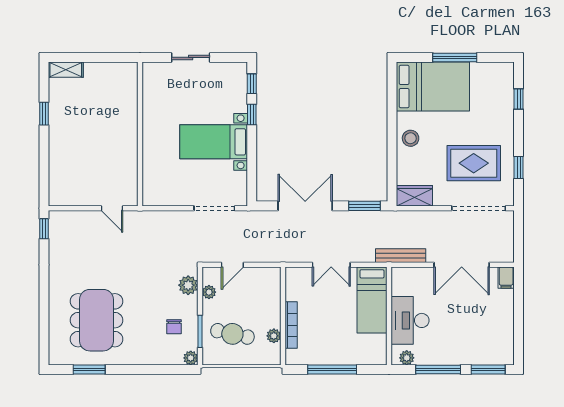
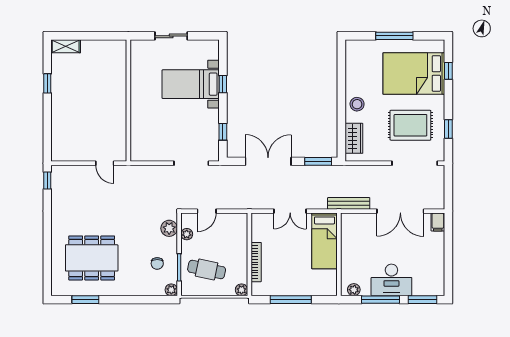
window: (252, 84) -> (223, 132), moved
bed: (433, 86) -> (414, 73), moved, turned 180
bed with nightstands: (214, 142) -> (191, 84), moved
wardrobe: (414, 196) -> (354, 138), moved, turned 90
dining table: (96, 320) -> (92, 258), turned 90
desk: (410, 320) -> (391, 280), moved, turned -90
plant: (274, 336) -> (241, 290), moved

